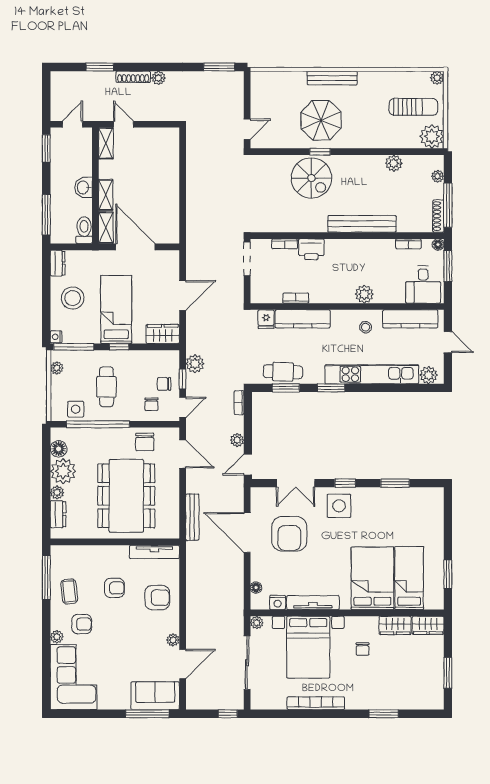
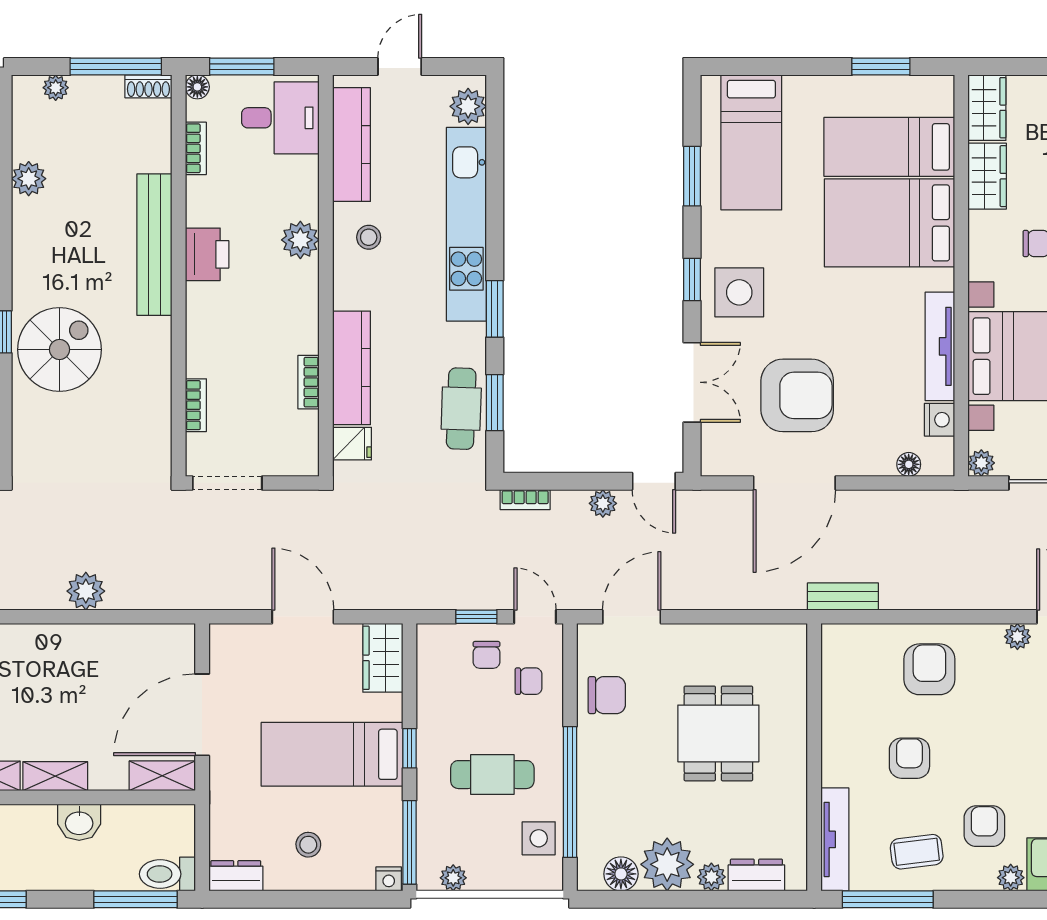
shelving: (106, 195) -> (55, 776), moved
shoe rack: (438, 216) -> (148, 86), width x0.70
toilet: (84, 230) -> (167, 874), moved
printer: (311, 249) -> (207, 254), moved
stool: (73, 298) -> (308, 845), width x0.53, depth x0.53
plant: (195, 364) -> (86, 591), moved
dining table: (126, 496) -> (718, 733), width x0.53, depth x0.80
bed: (411, 512) -> (751, 142), added
bench: (192, 517) -> (843, 597), moved, width x0.73
tv unit: (154, 552) -> (835, 839), moved

